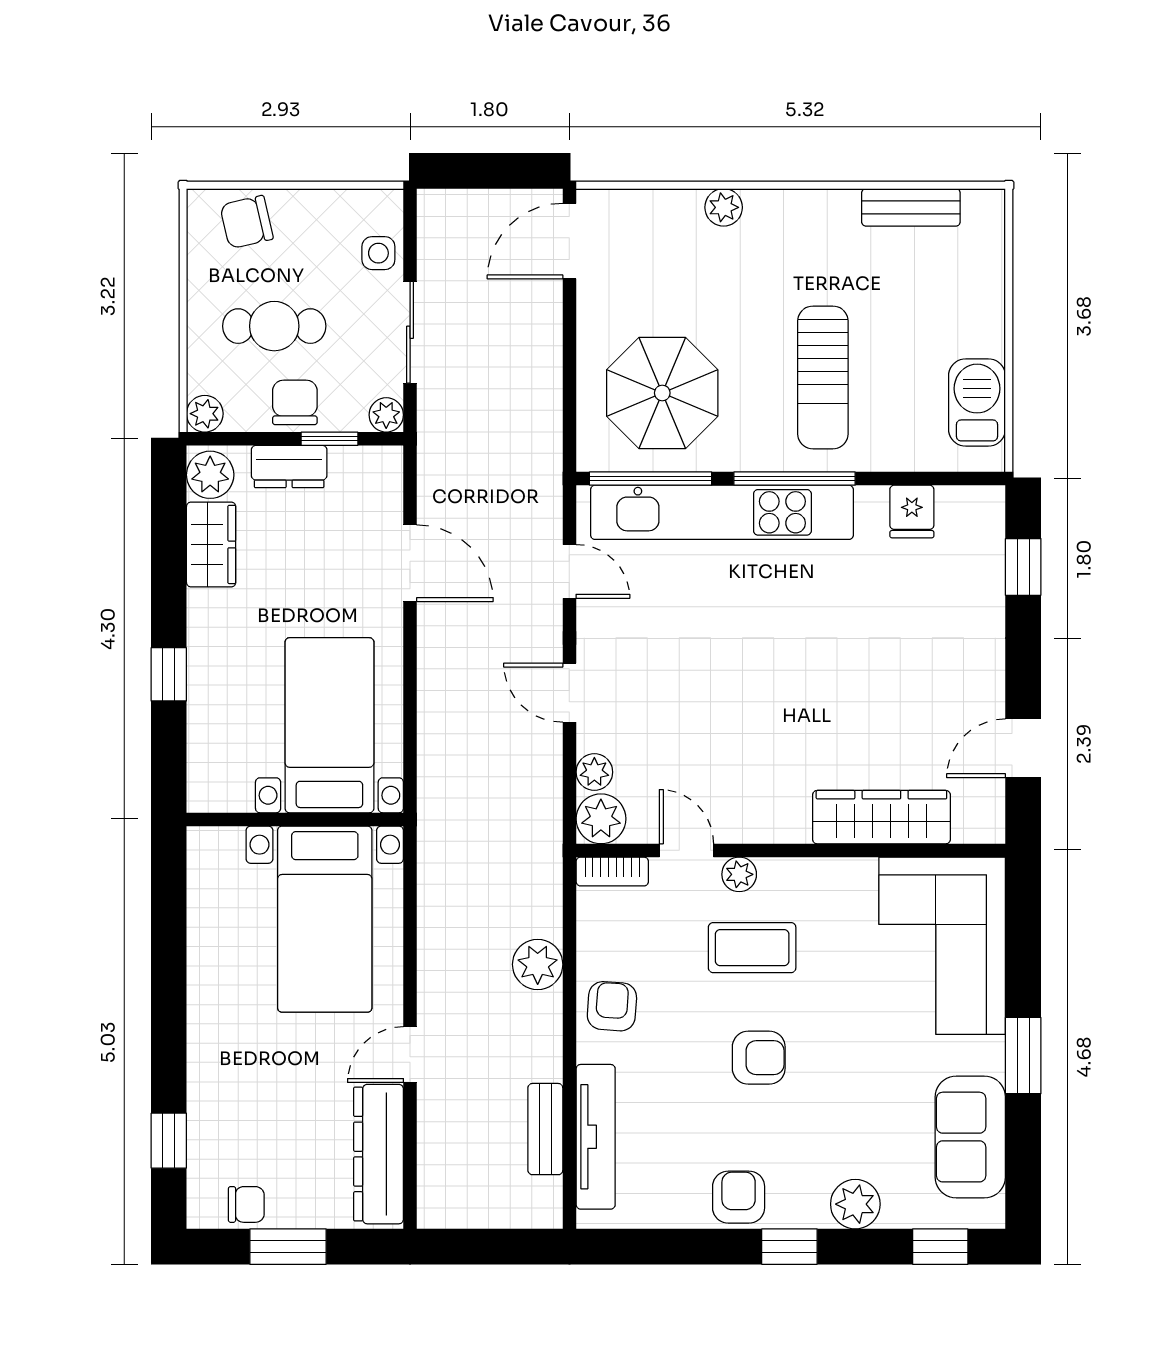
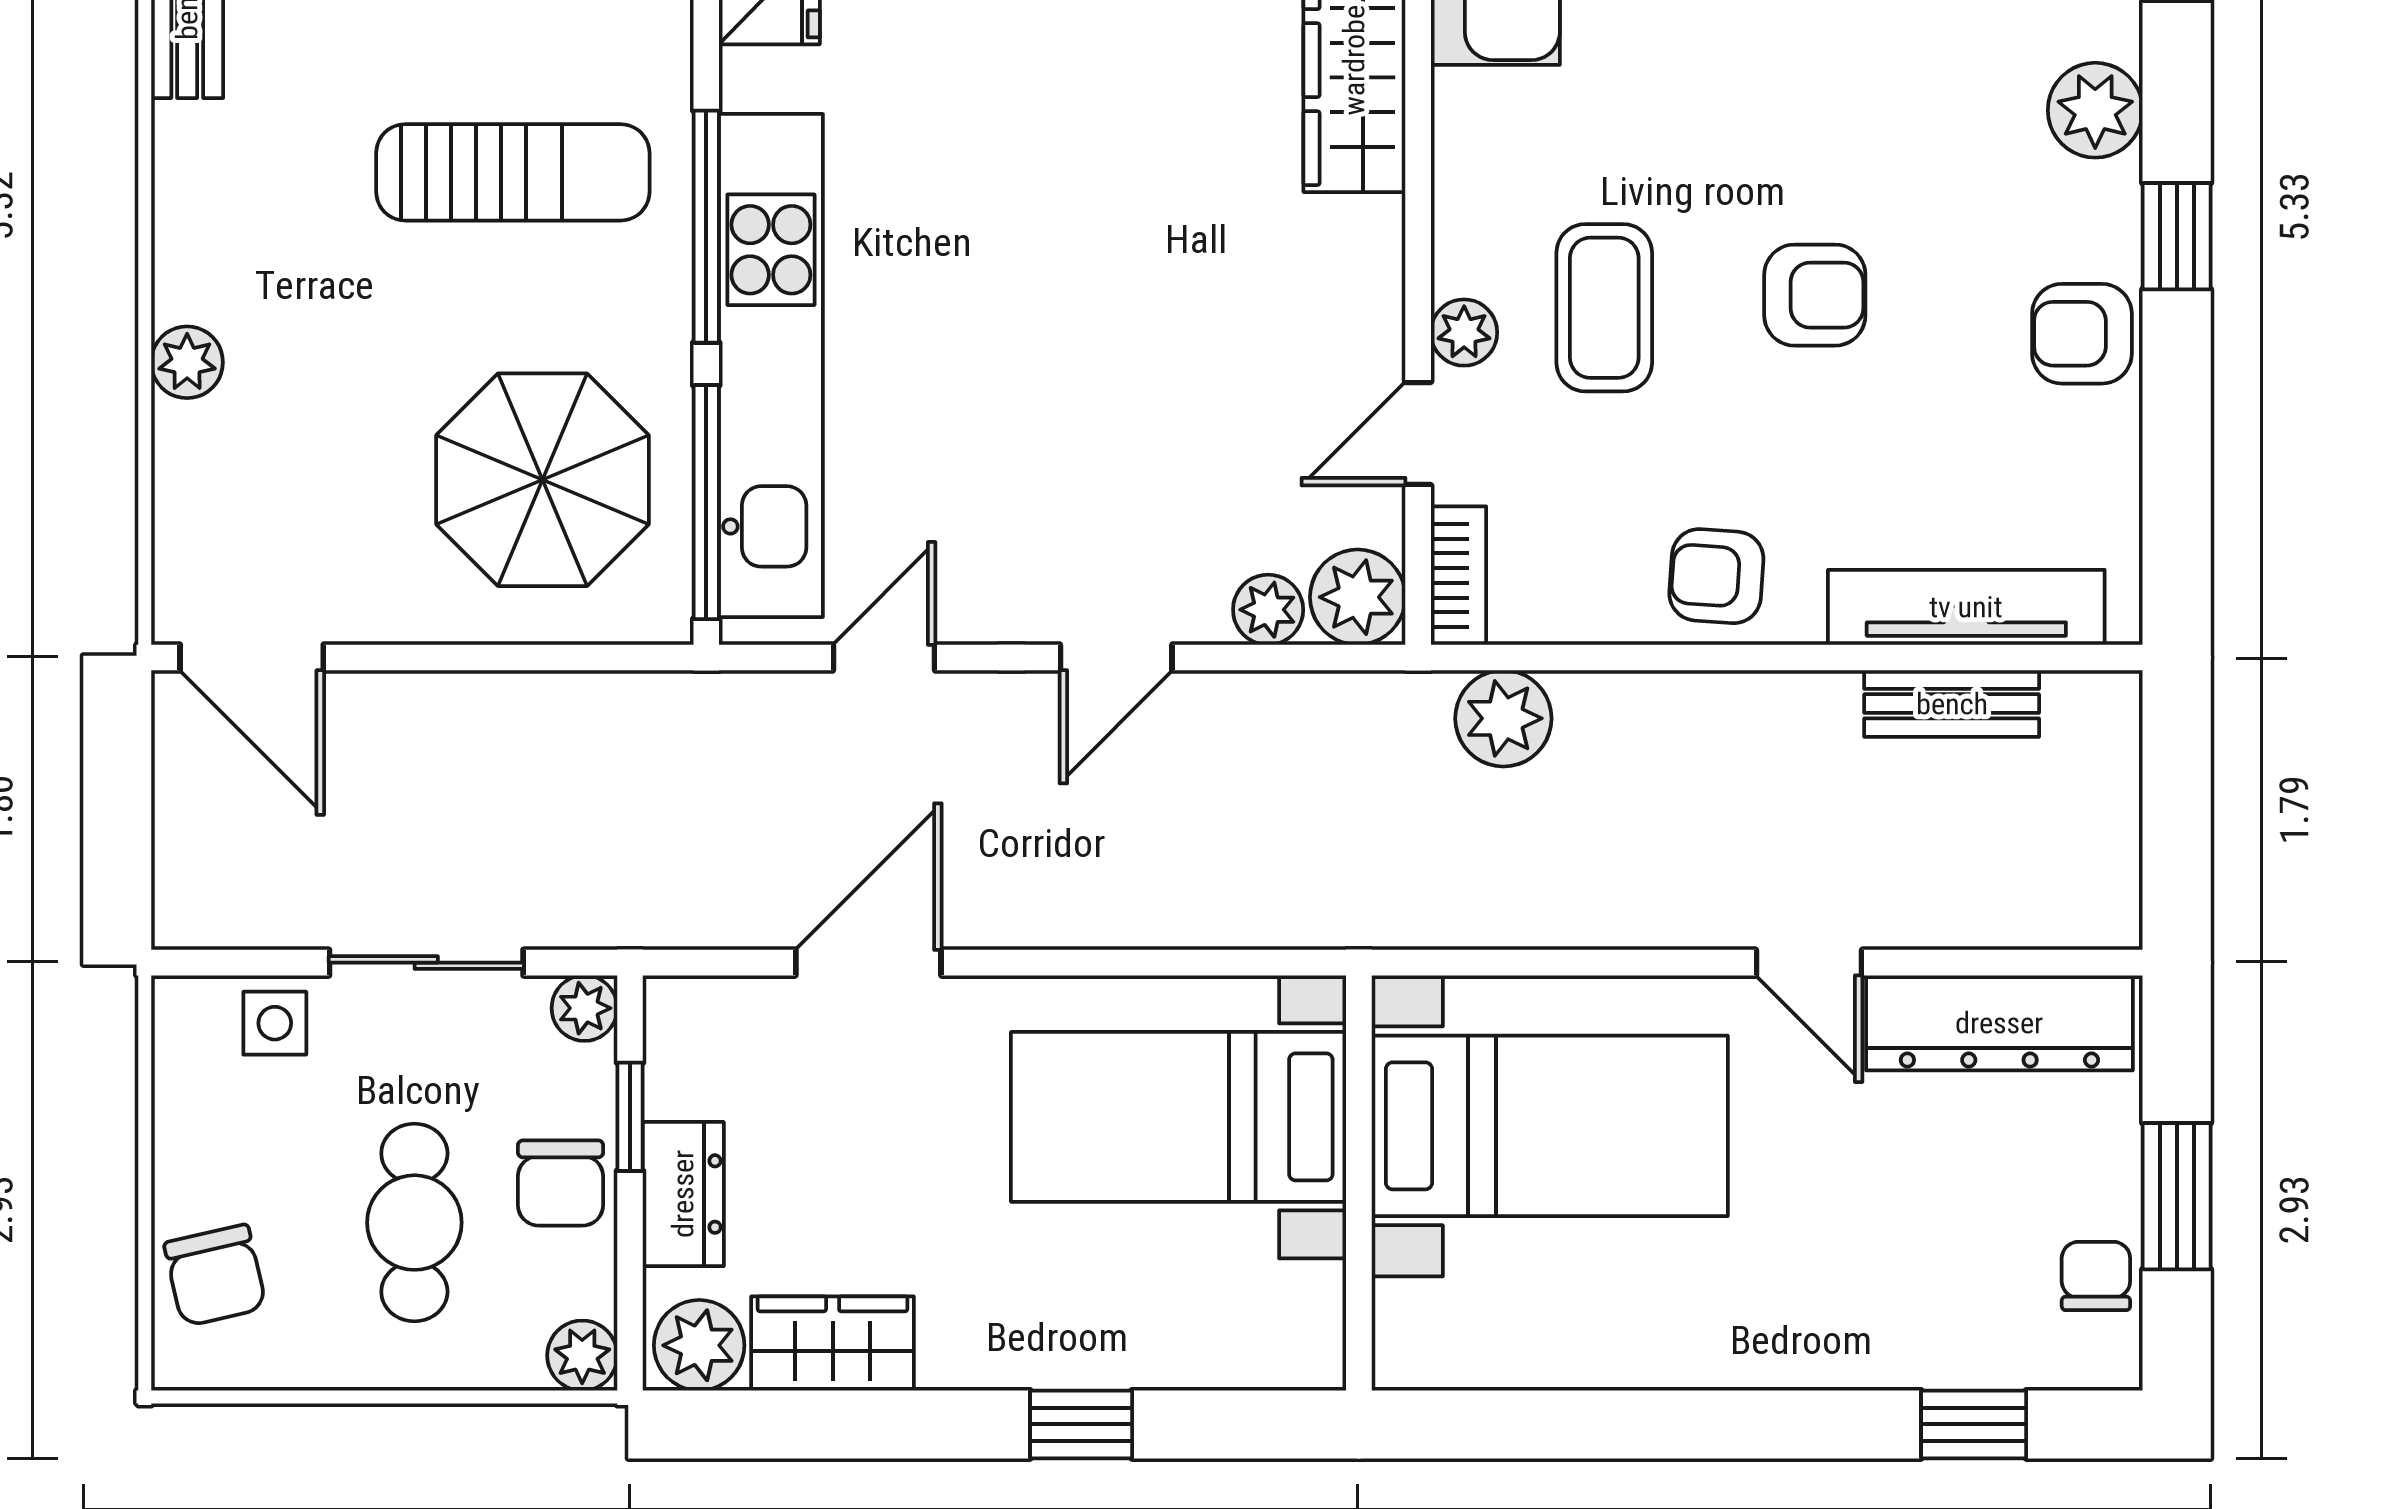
chair: (295, 402) -> (561, 1183), turned -90
plant: (538, 964) -> (1503, 718), moved
armchair: (759, 1058) -> (1815, 295), turned 90

